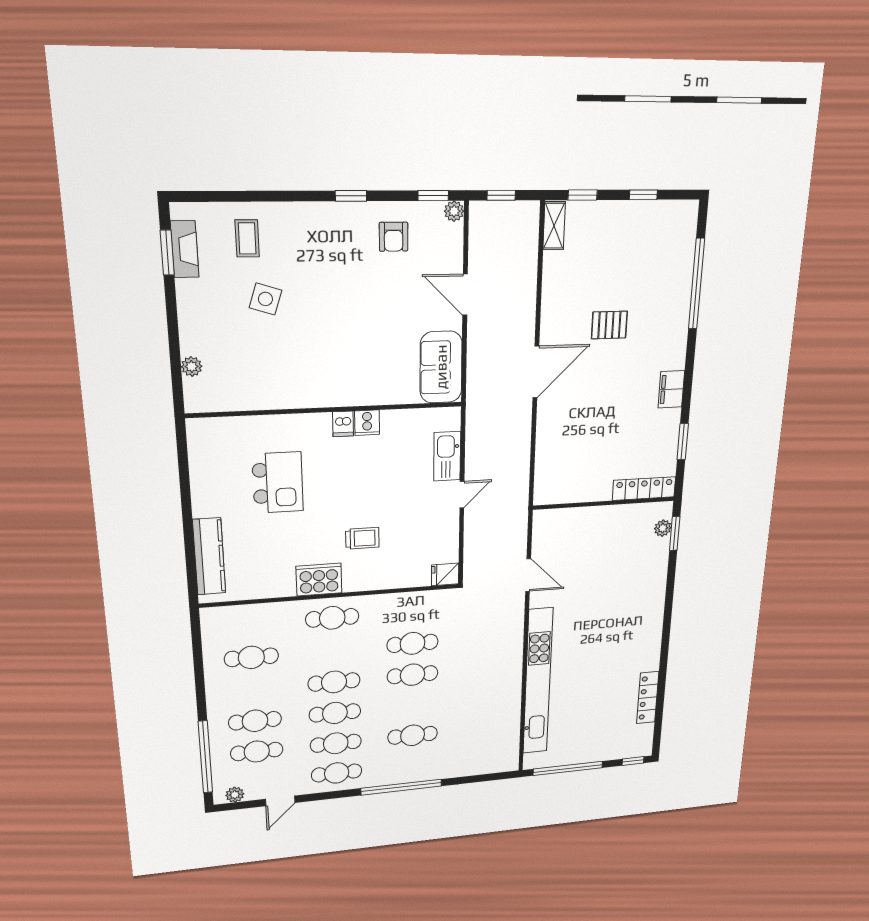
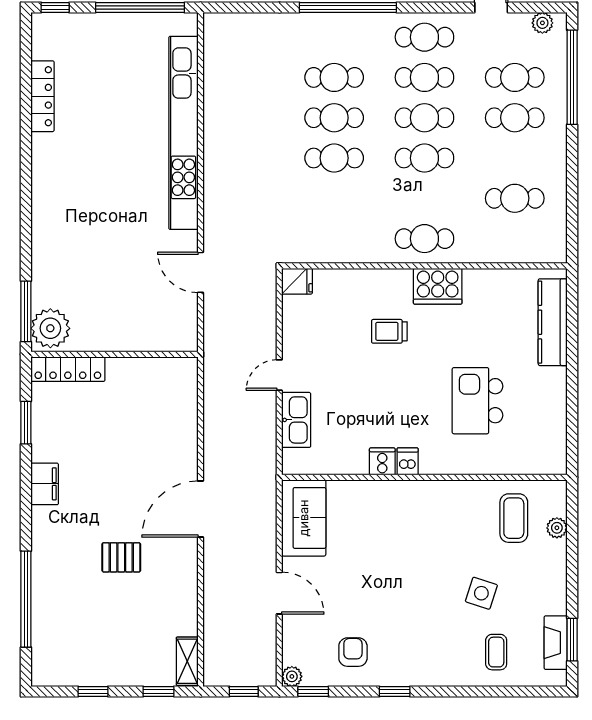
coffee table: (236, 374) -> (514, 518), added
plant: (663, 528) -> (50, 328), width x1.87, depth x1.87
window: (675, 534) -> (26, 311), width x1.44
cafe table: (413, 643) -> (334, 118), moved

